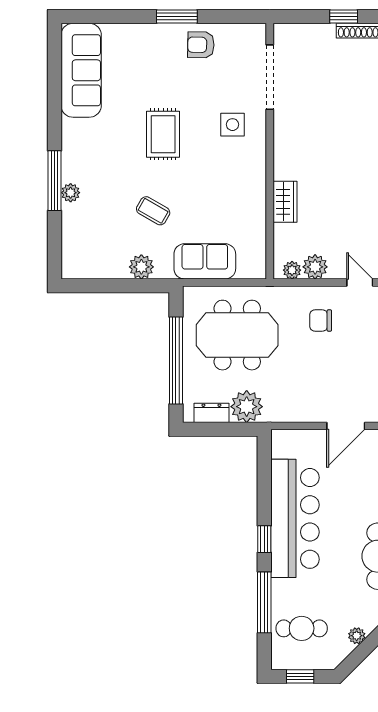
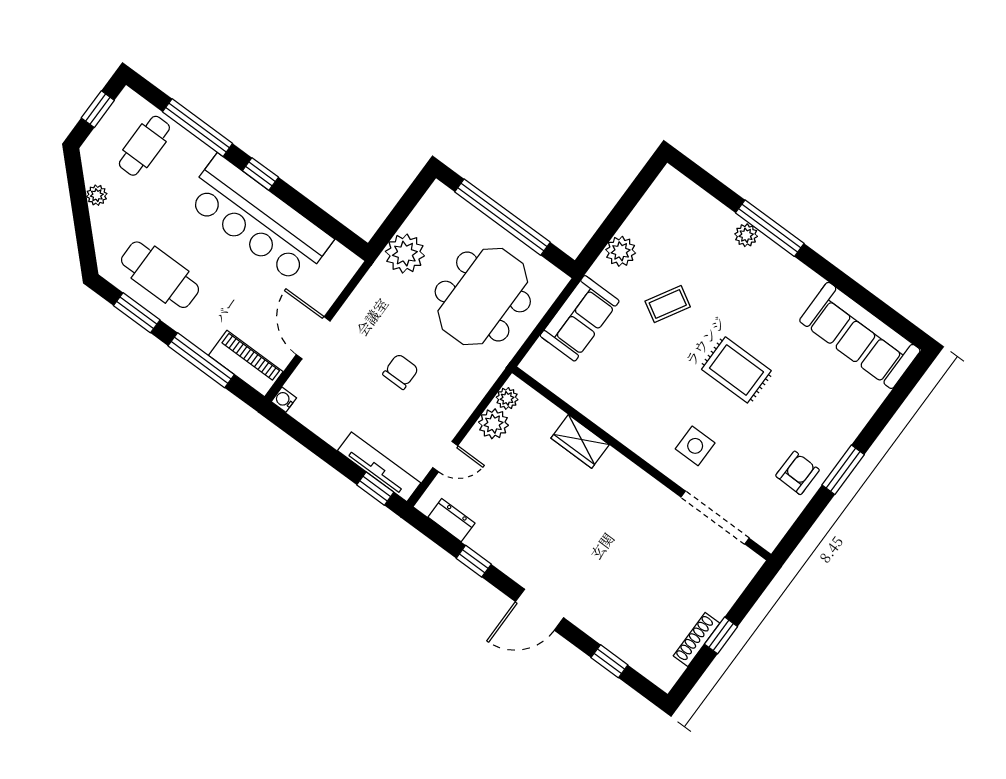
chair: (321, 320) -> (401, 372), moved
dresser: (211, 413) -> (424, 214), removed

